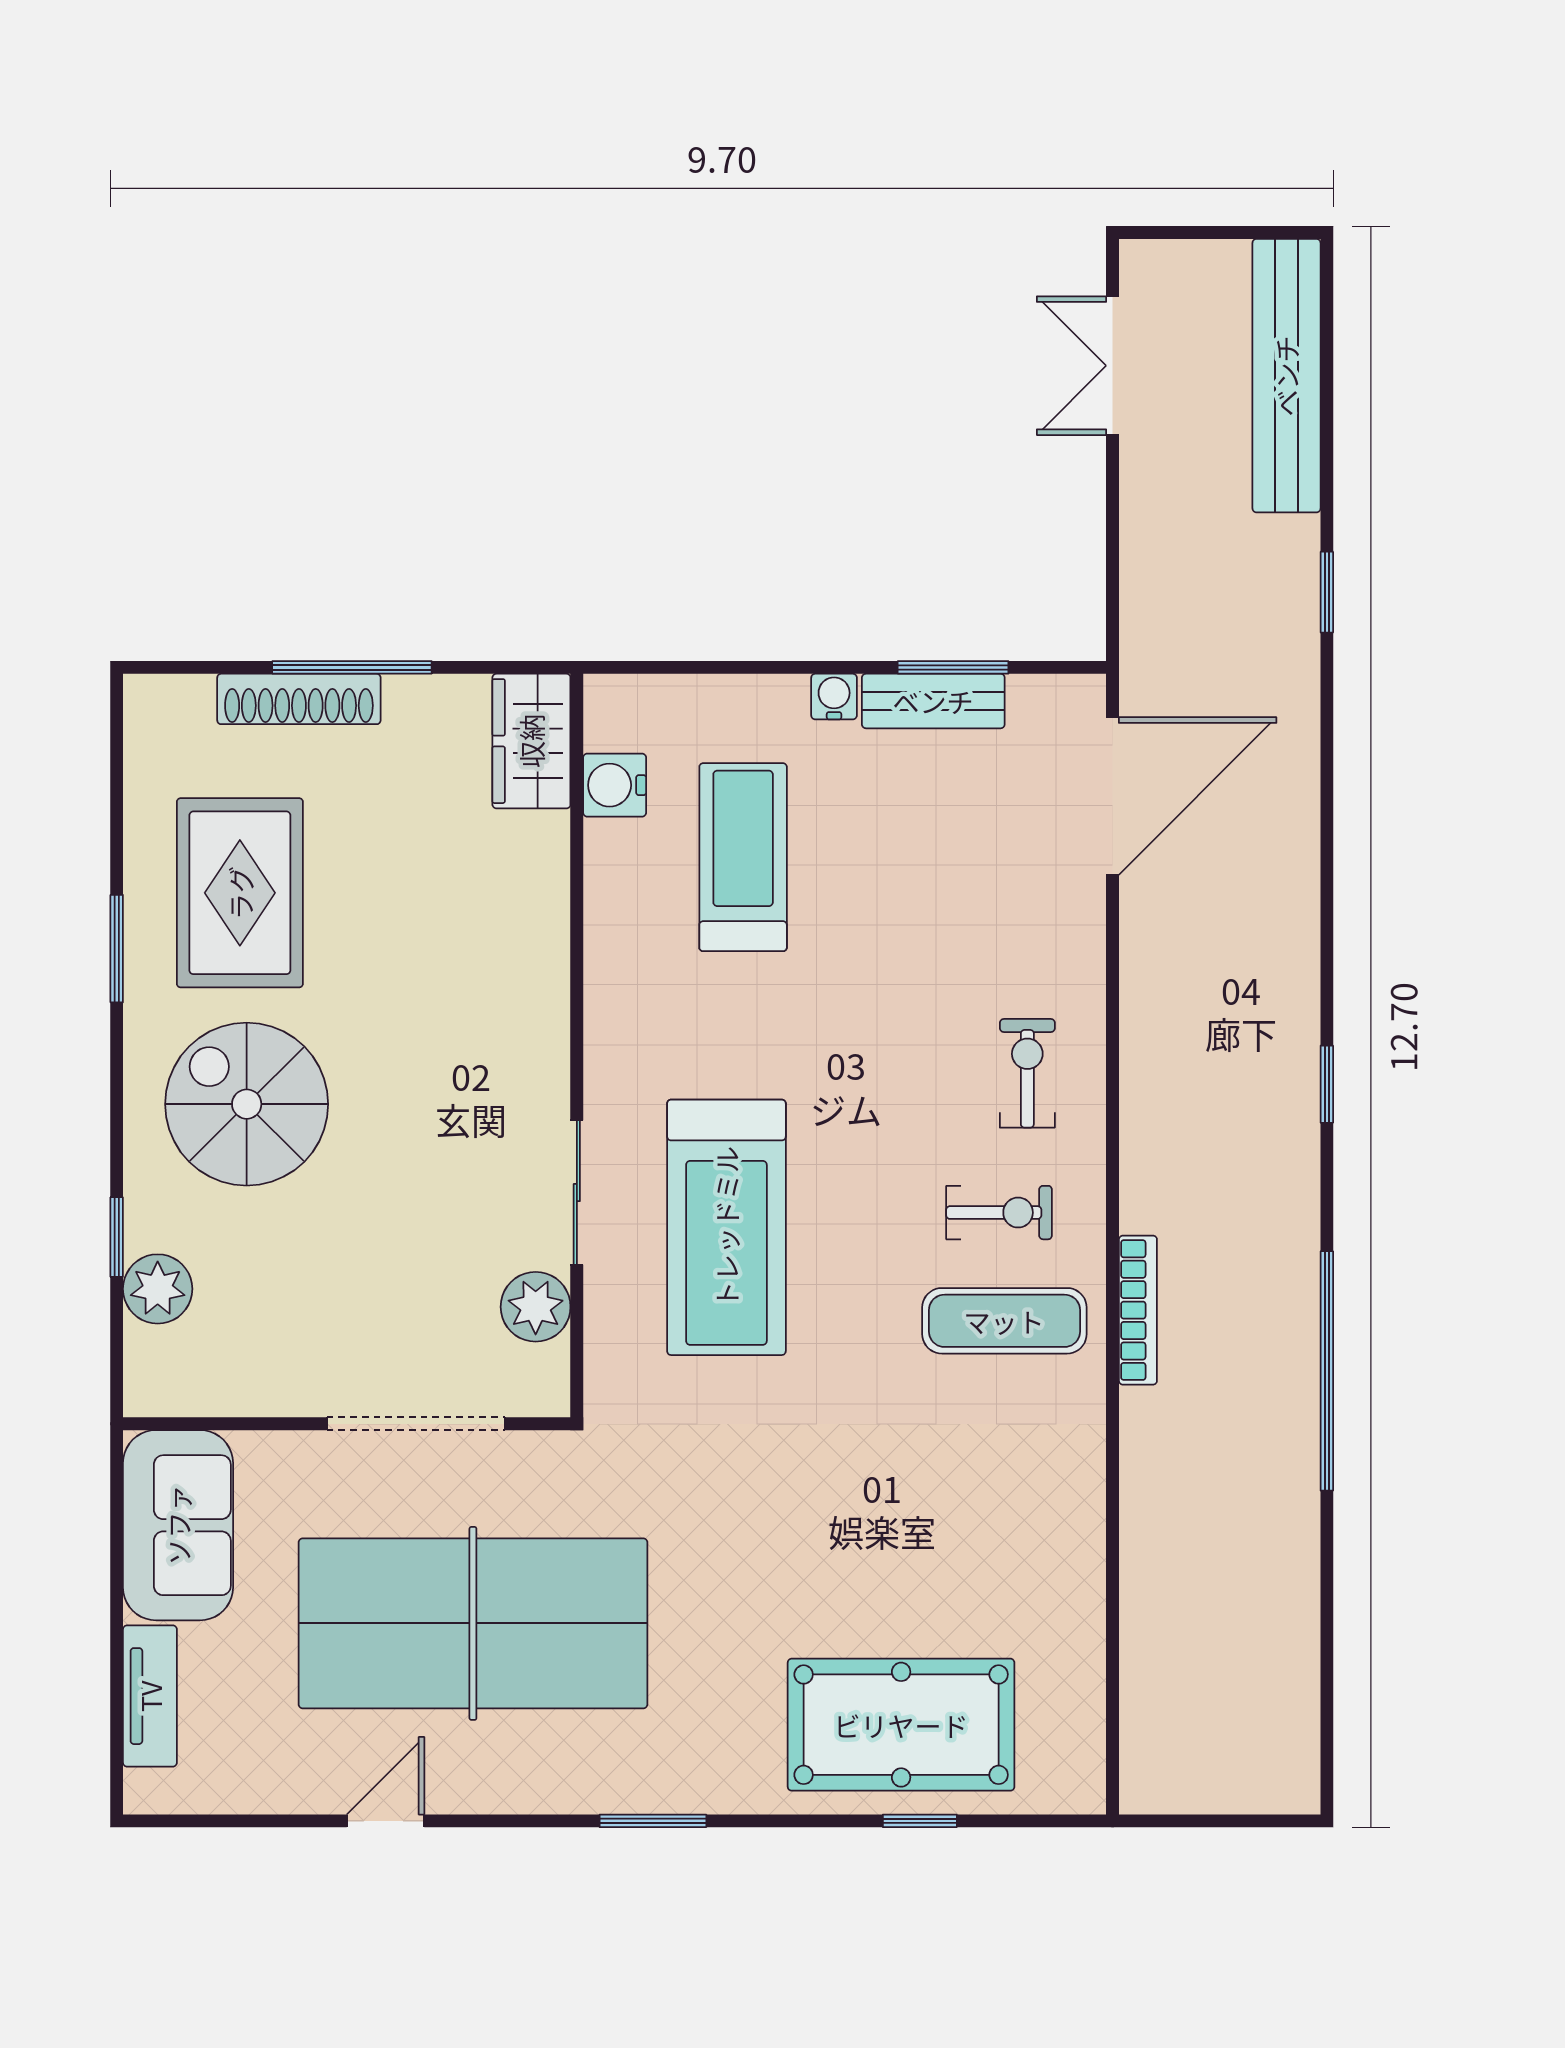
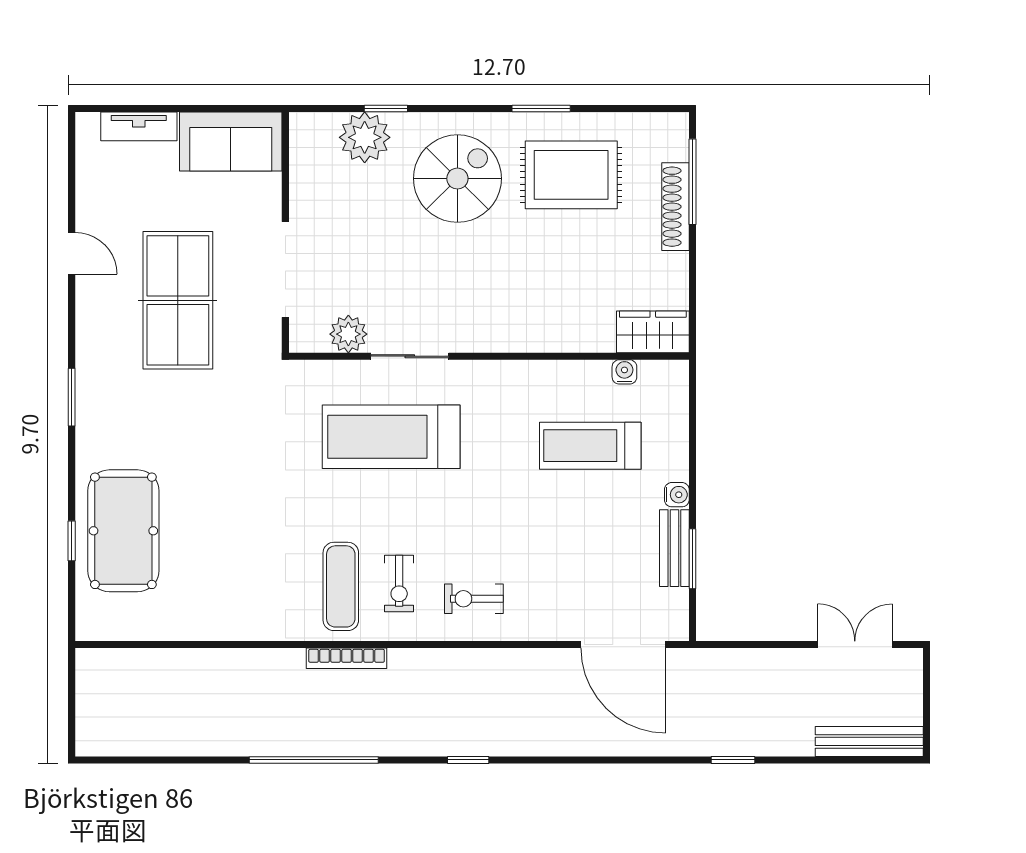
bench: (1286, 376) -> (869, 741), width x0.73, depth x0.82
window: (352, 667) -> (692, 182), moved
water cooler: (615, 785) -> (624, 372), width x0.72, depth x0.72
treadmill: (743, 857) -> (590, 446), turned 180
exercise bike: (1027, 1073) -> (474, 599), turned 180
plant: (158, 1289) -> (365, 137), width x1.36, depth x1.36
table tennis table: (473, 1623) -> (178, 300), width x0.73, depth x0.76

